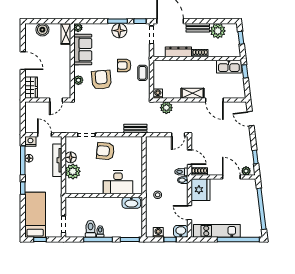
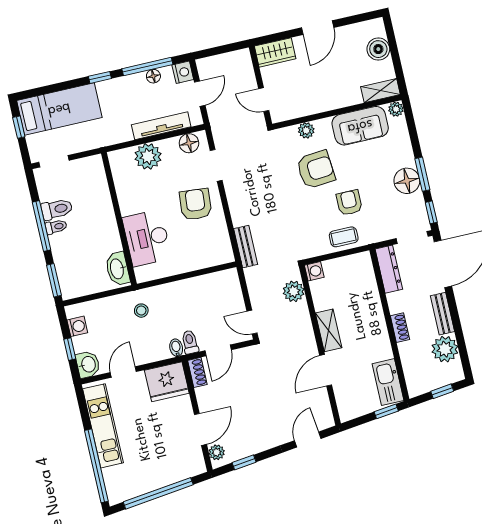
dresser: (178, 52) -> (389, 269), moved
floor lamp: (71, 157) -> (189, 143), moved

